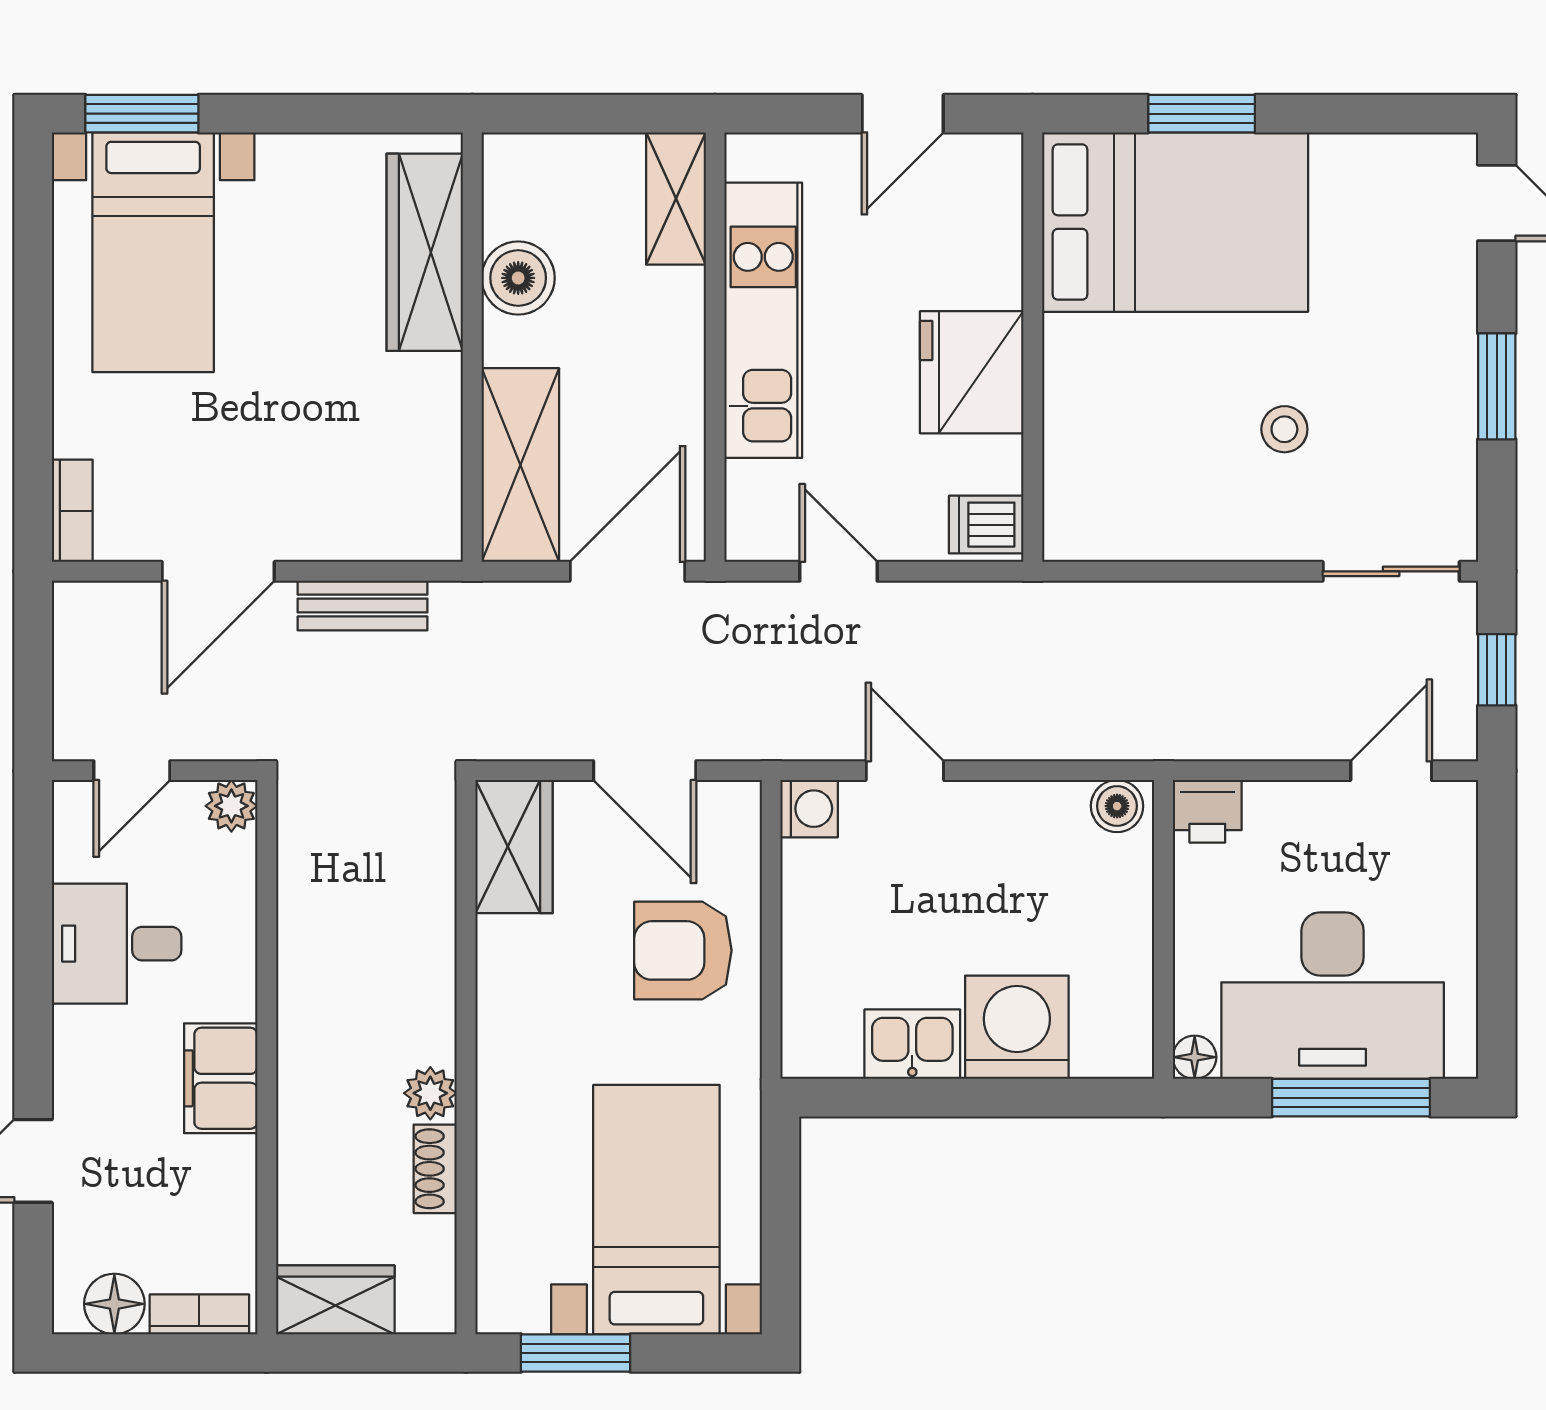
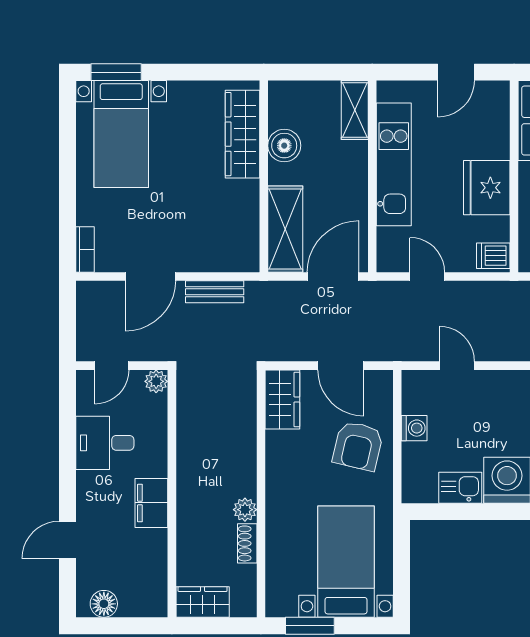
washing machine: (809, 809) -> (414, 428), moved
armchair: (683, 950) -> (358, 446), turned -77
bookcase: (199, 1314) -> (142, 608), removed

